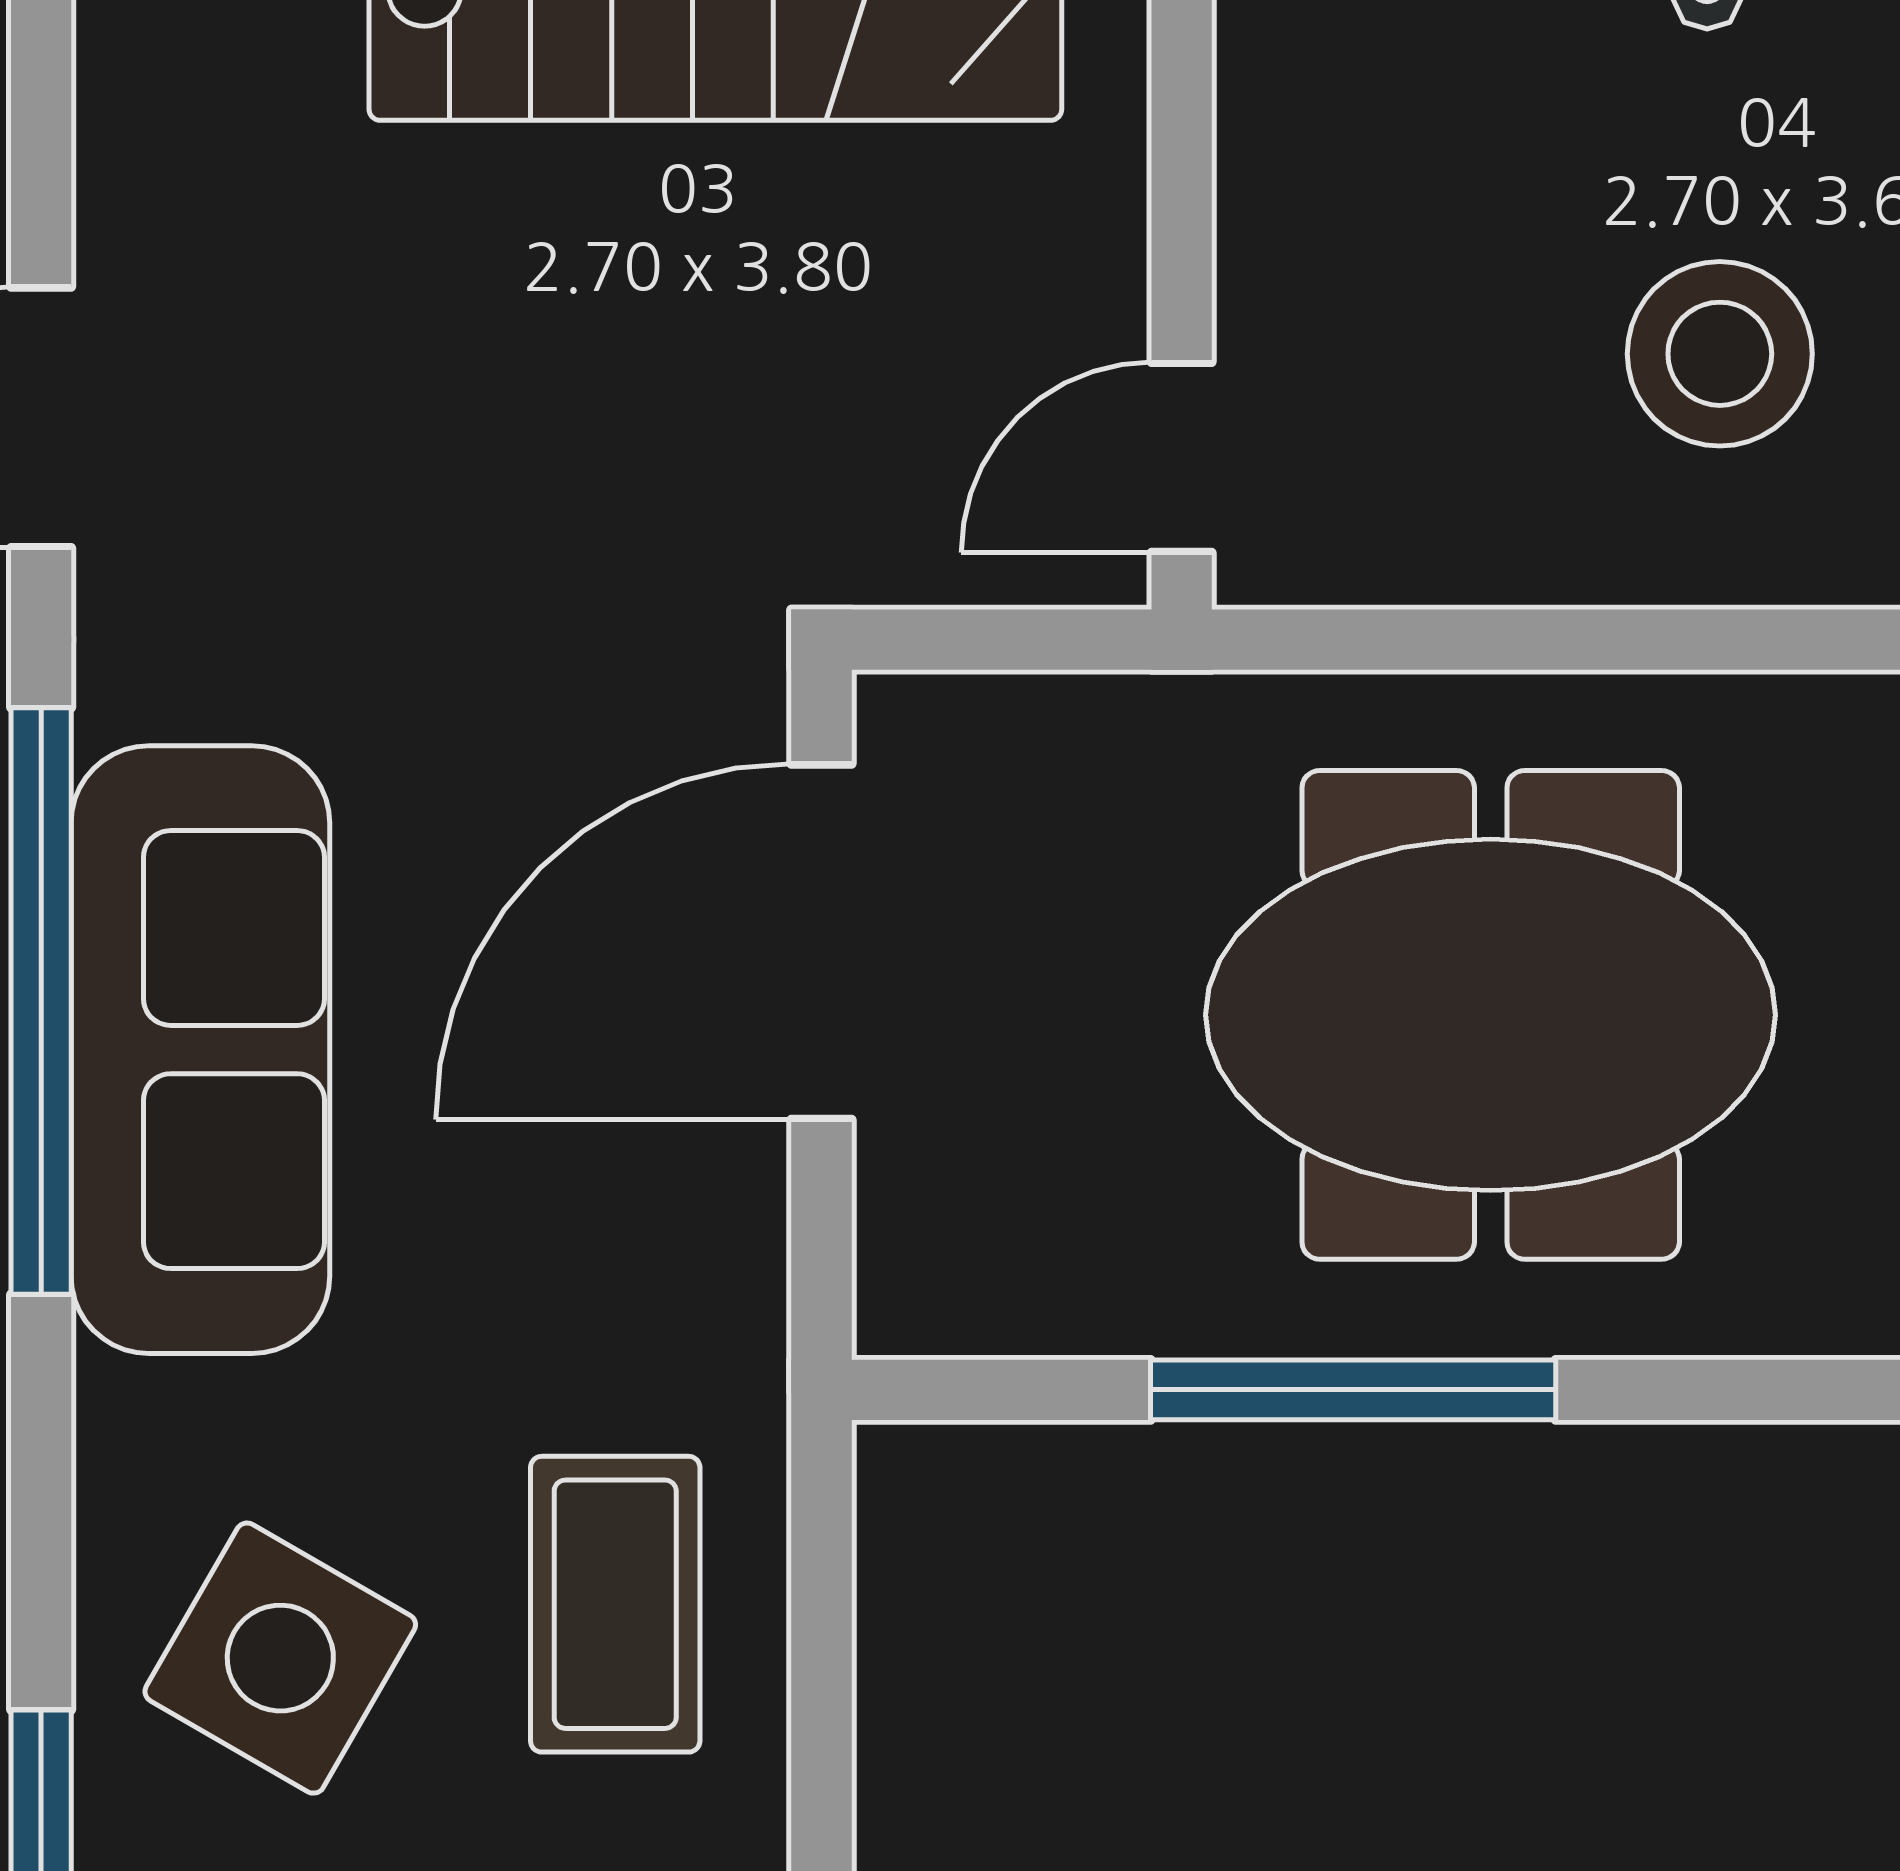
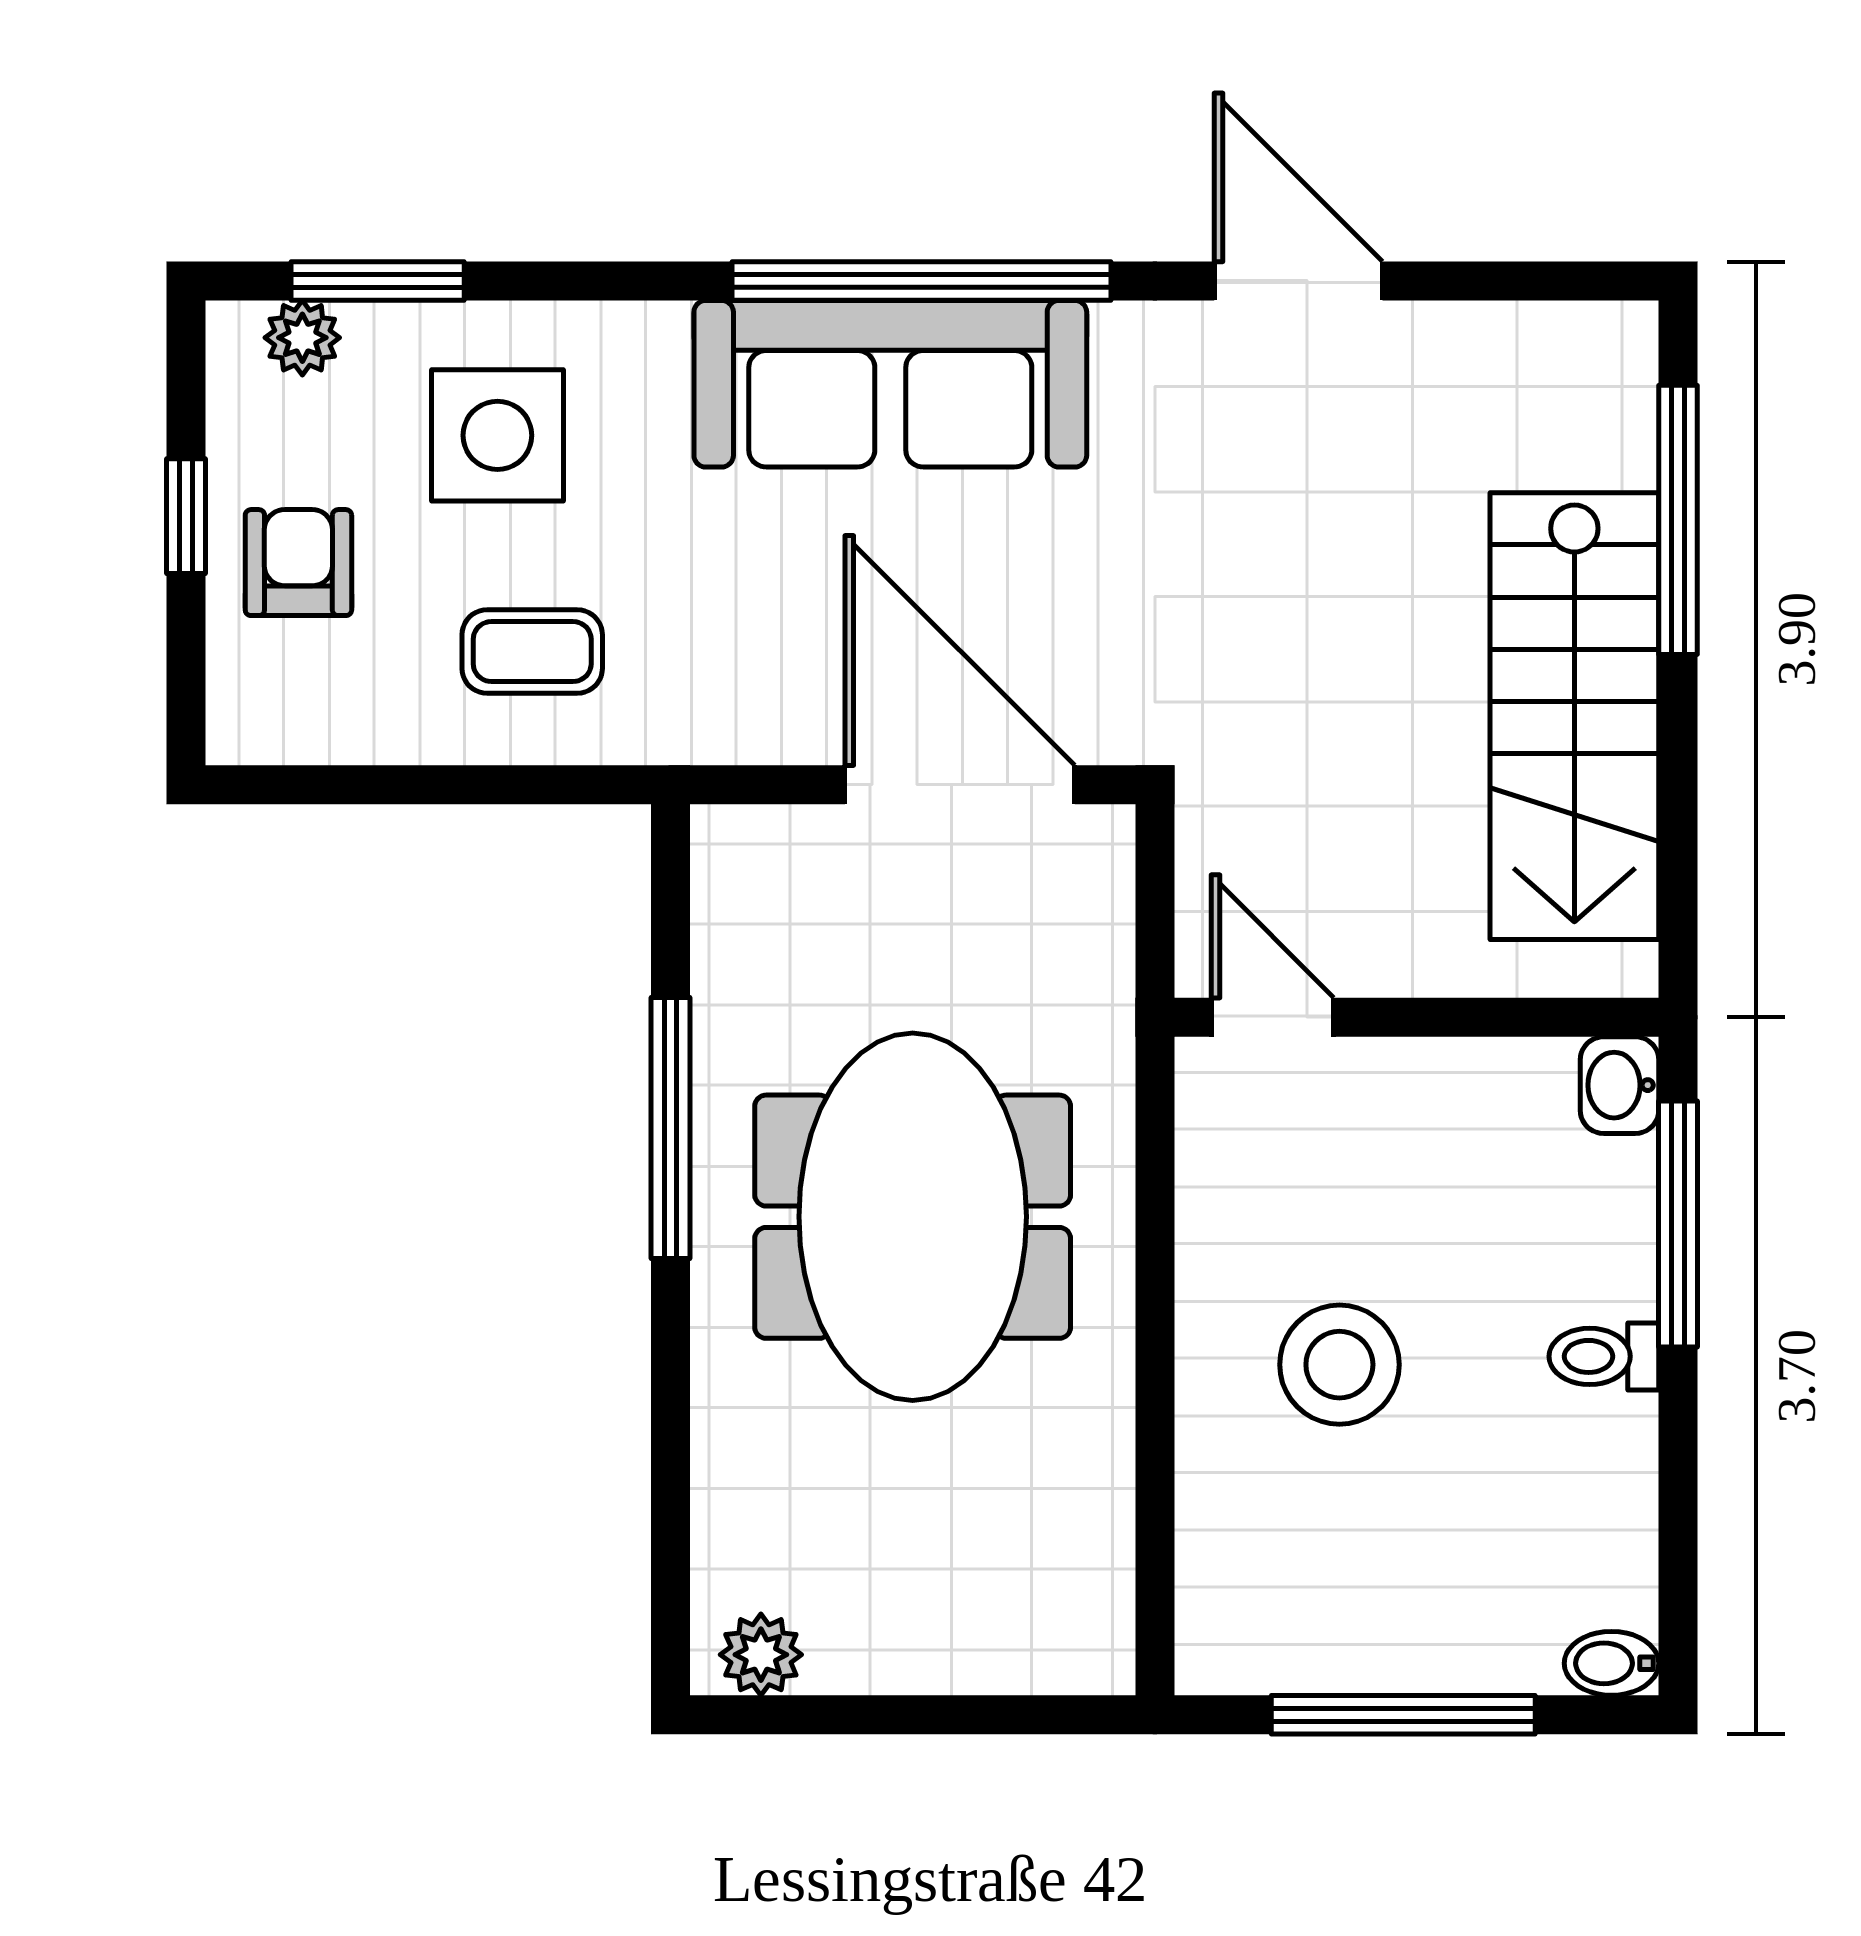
coffee table: (615, 1604) -> (532, 652), width x0.73, depth x0.77
side table: (280, 1658) -> (497, 435), turned -30

